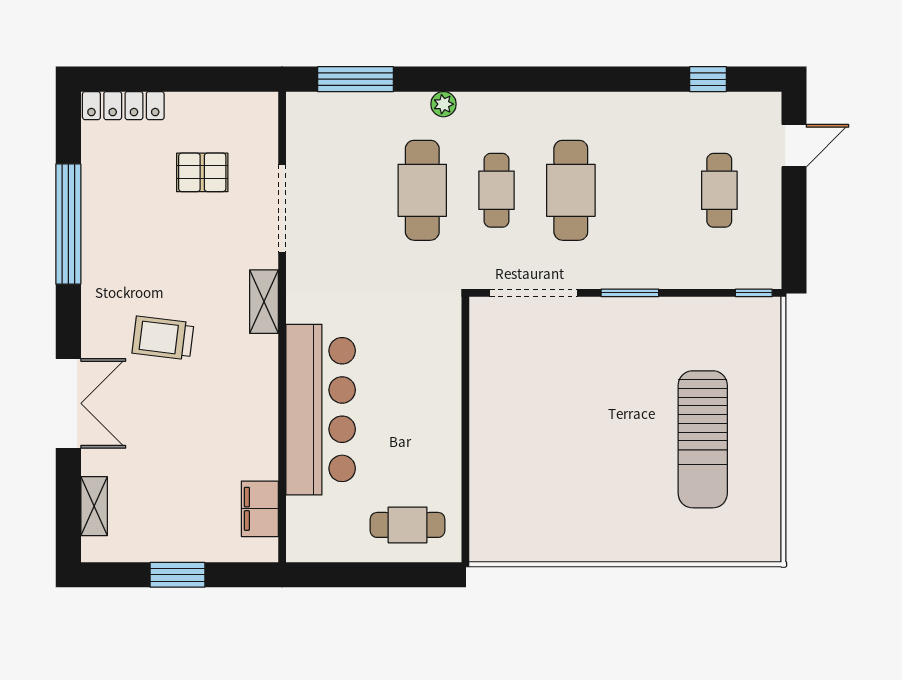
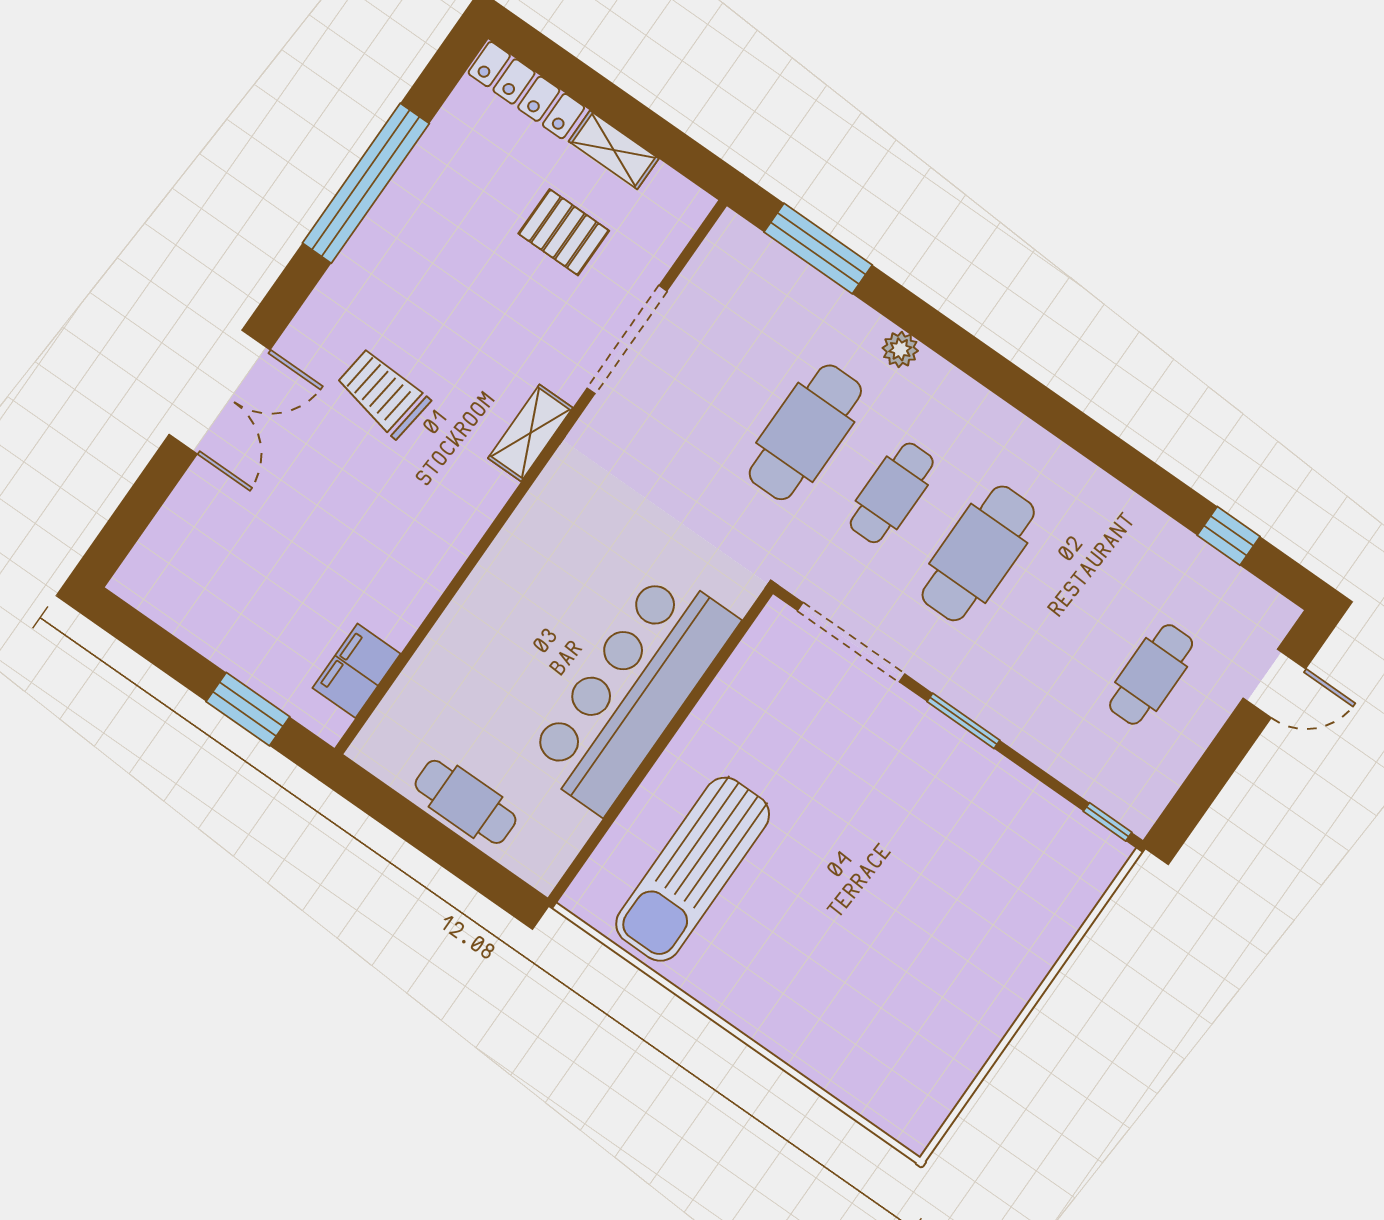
bar counter: (321, 410) -> (632, 691), moved, turned 180
sun lounger: (703, 439) -> (693, 869), moved
shelving: (94, 506) -> (614, 150), moved, turned 90
cafe table: (408, 525) -> (465, 802), moved
window: (177, 575) -> (248, 709), moved

